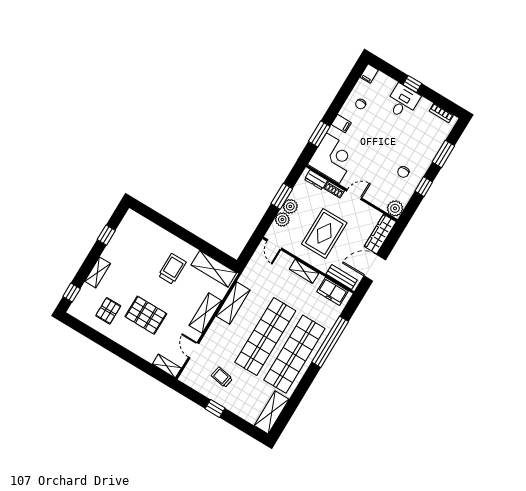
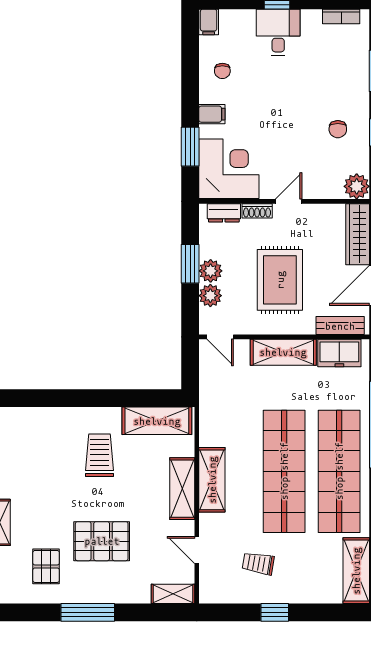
shelving: (304, 271) -> (283, 352), width x1.50, depth x1.33
shelving: (233, 303) -> (212, 480), moved
window: (116, 348) -> (88, 612), added

